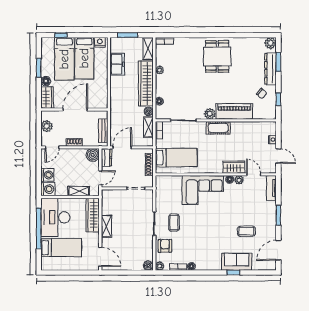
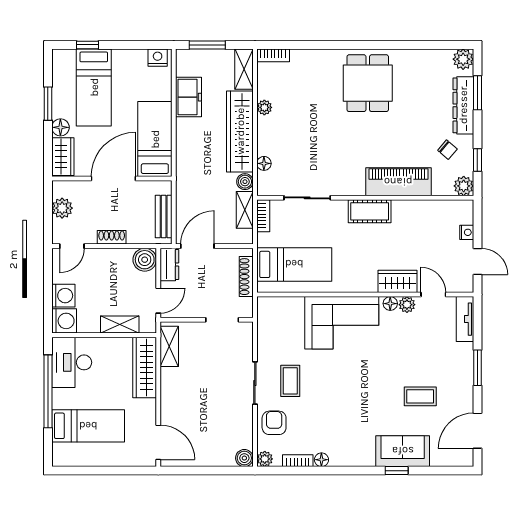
bed: (84, 58) -> (155, 139), moved, turned 180
plant: (210, 114) -> (464, 186), moved
desk: (55, 217) -> (72, 362), width x0.73, depth x0.77
shelving: (106, 226) -> (169, 346), moved

